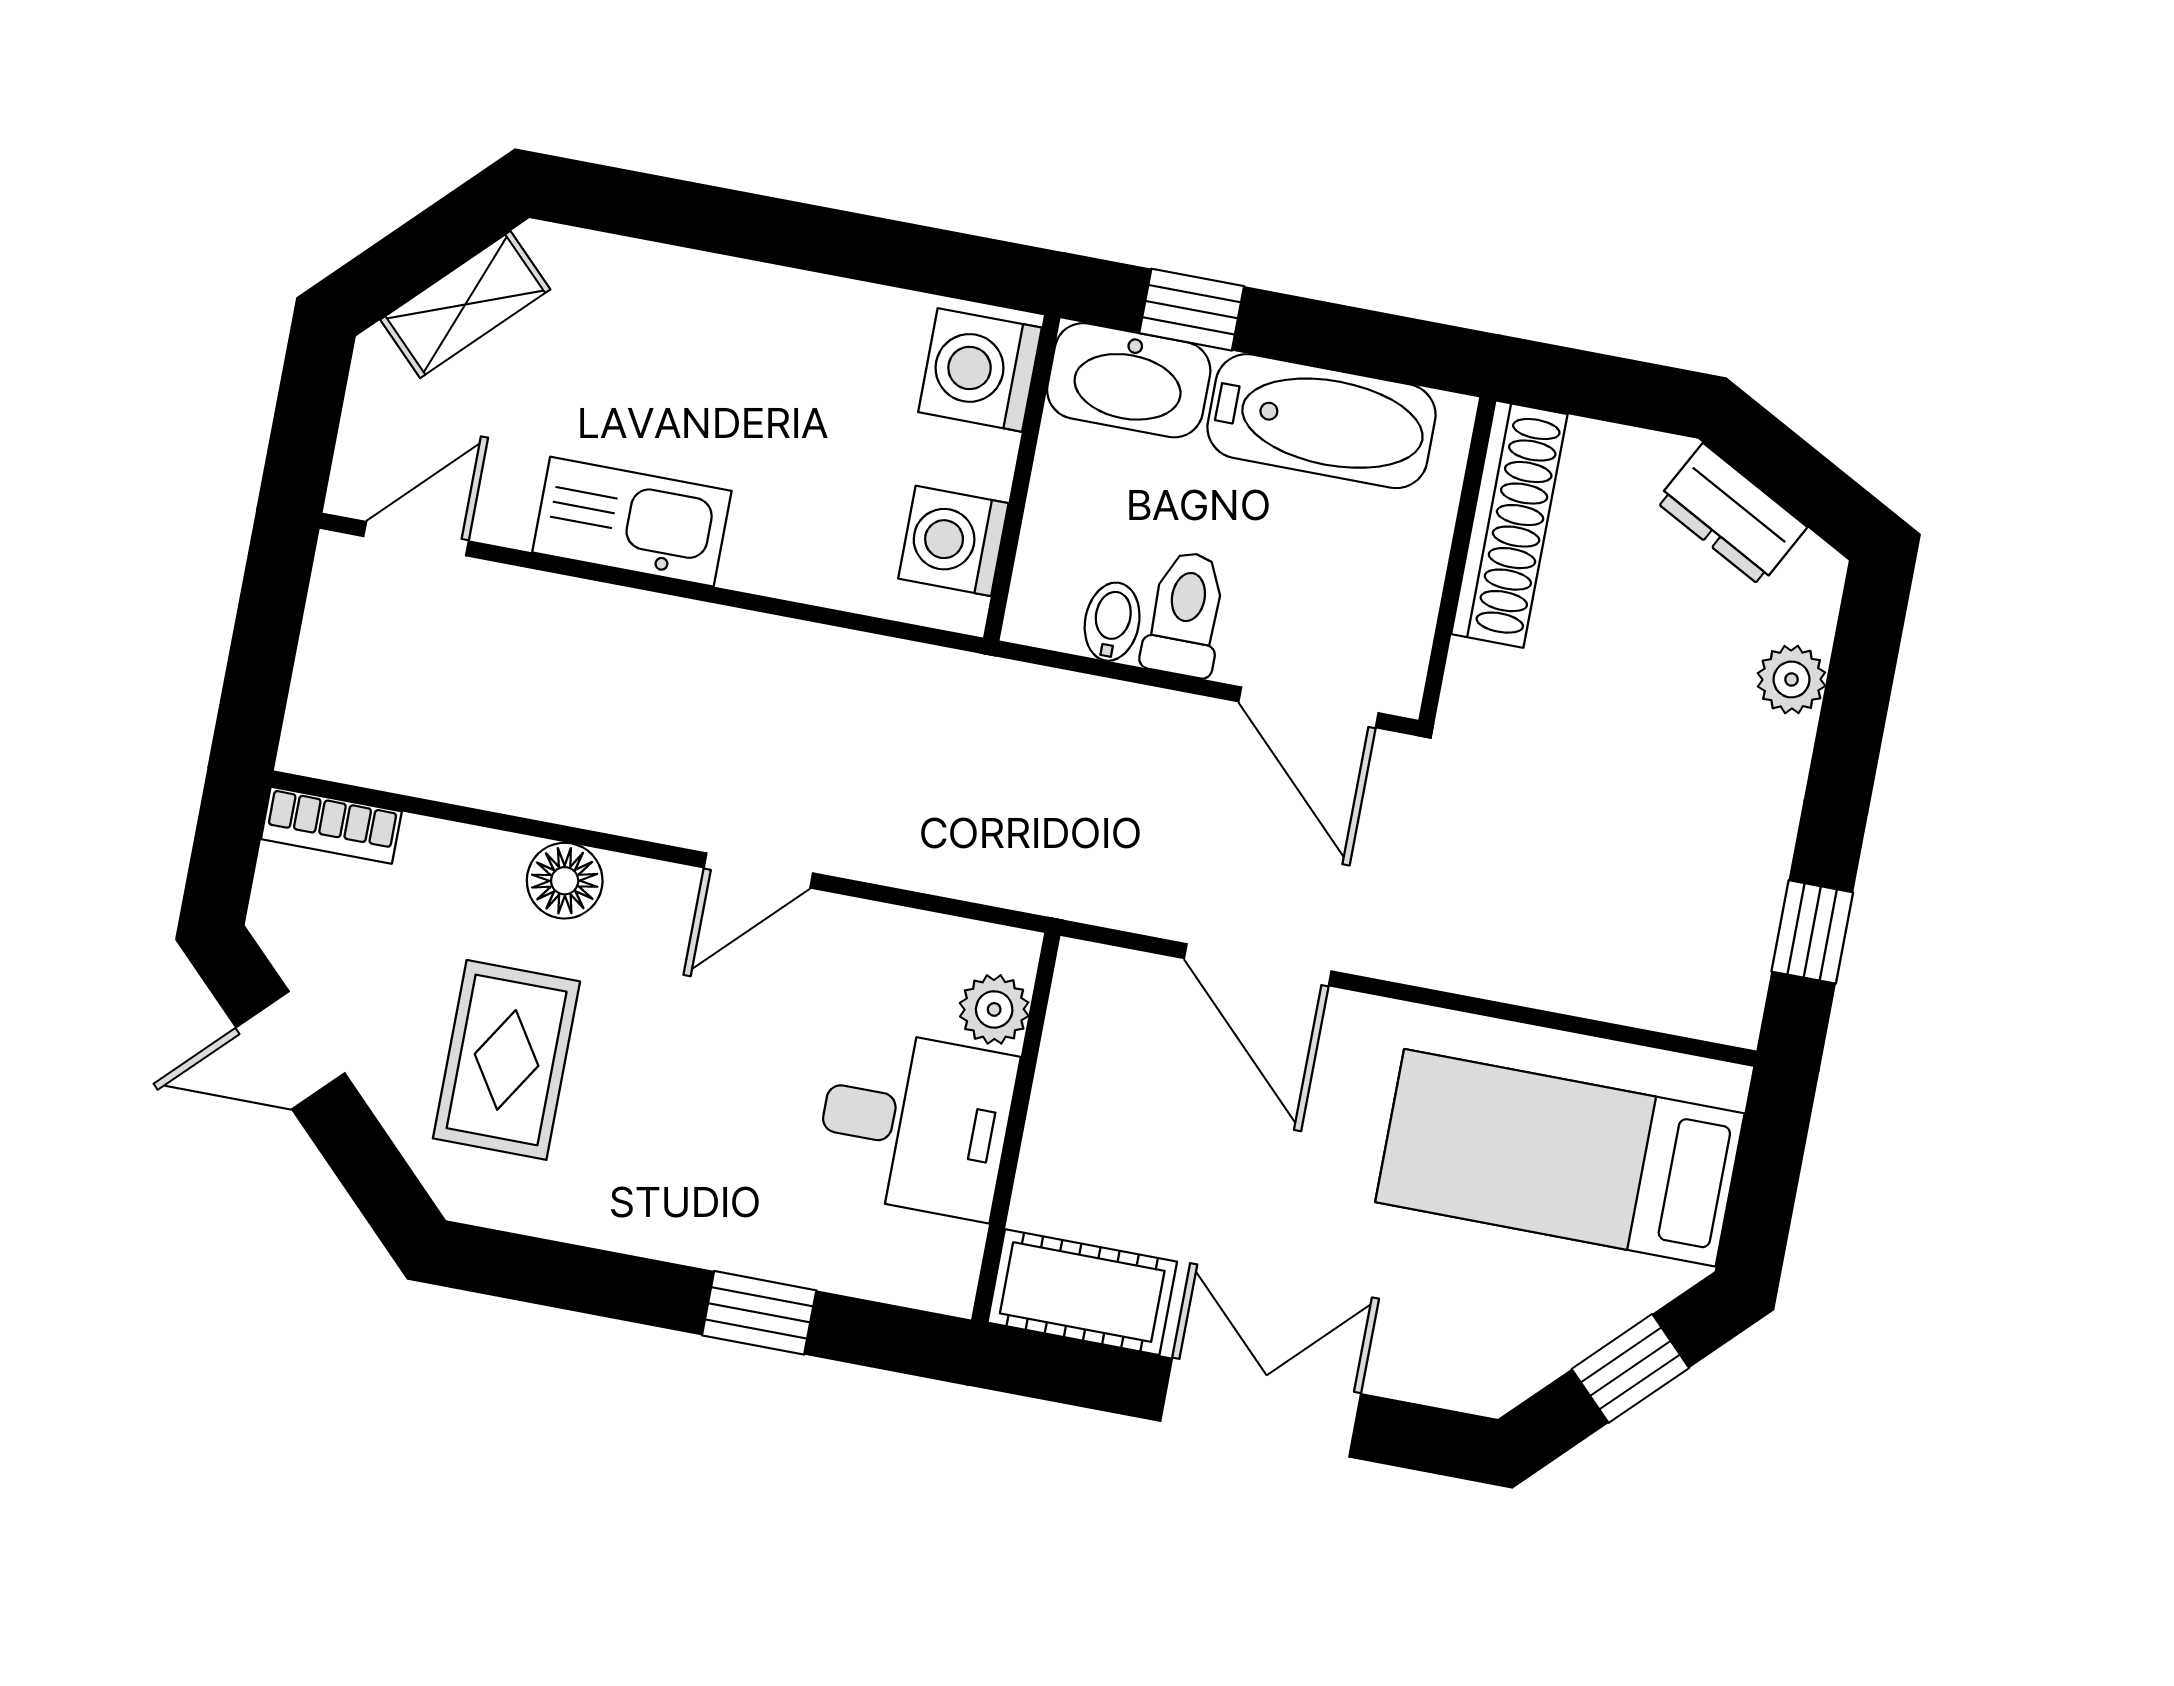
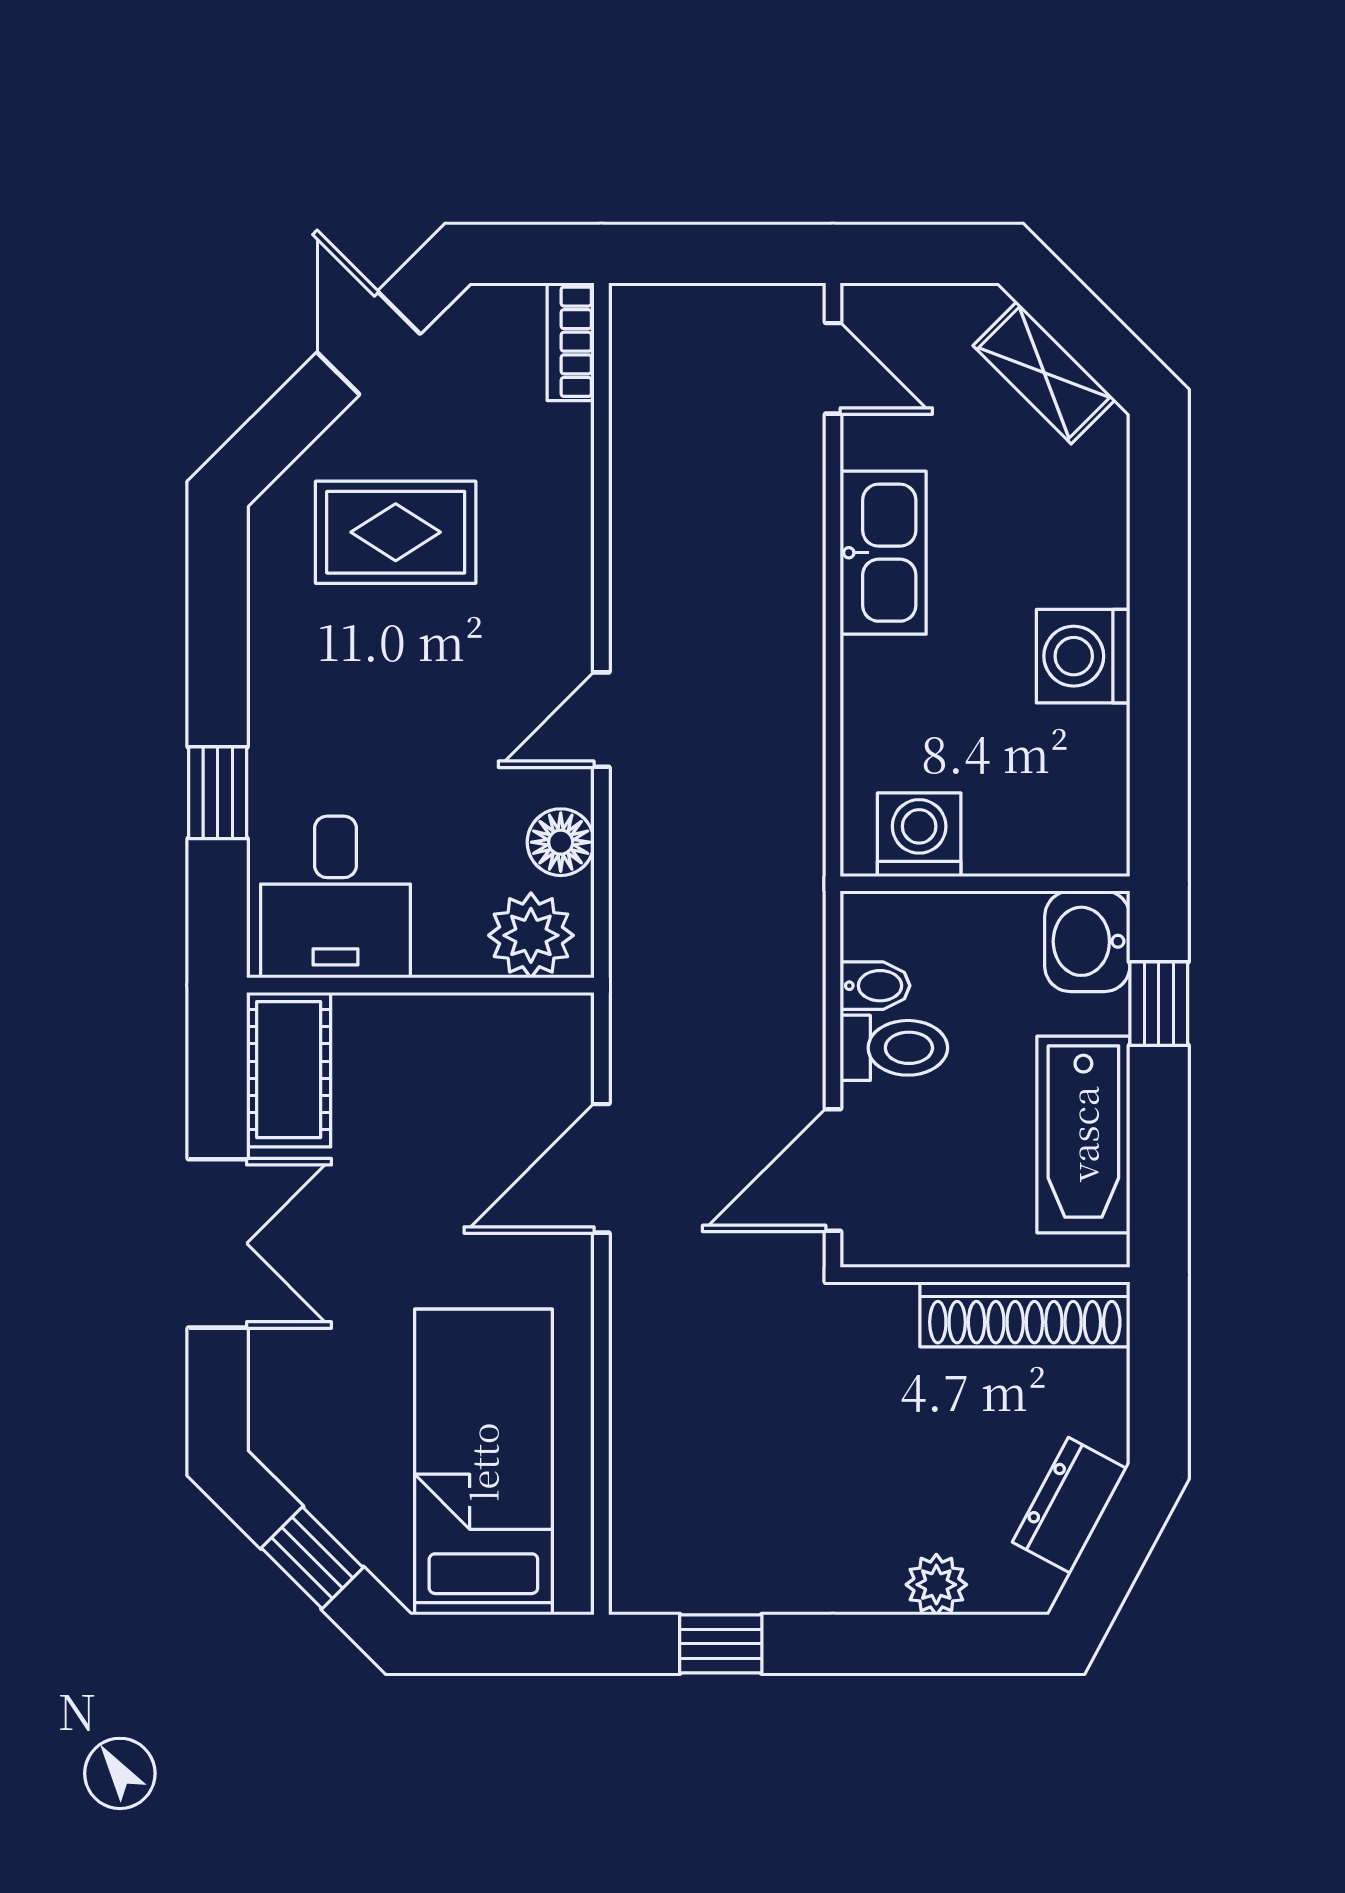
washing machine: (980, 370) -> (1083, 656), moved, turned -90
washbasin: (1129, 380) -> (1087, 941), width x0.72
door: (758, 870) -> (601, 720), hinge flipped
floor lamp: (565, 881) -> (561, 842), moved
plant: (994, 1009) -> (531, 935), width x1.38, depth x1.38
desk: (915, 1123) -> (336, 897), moved

